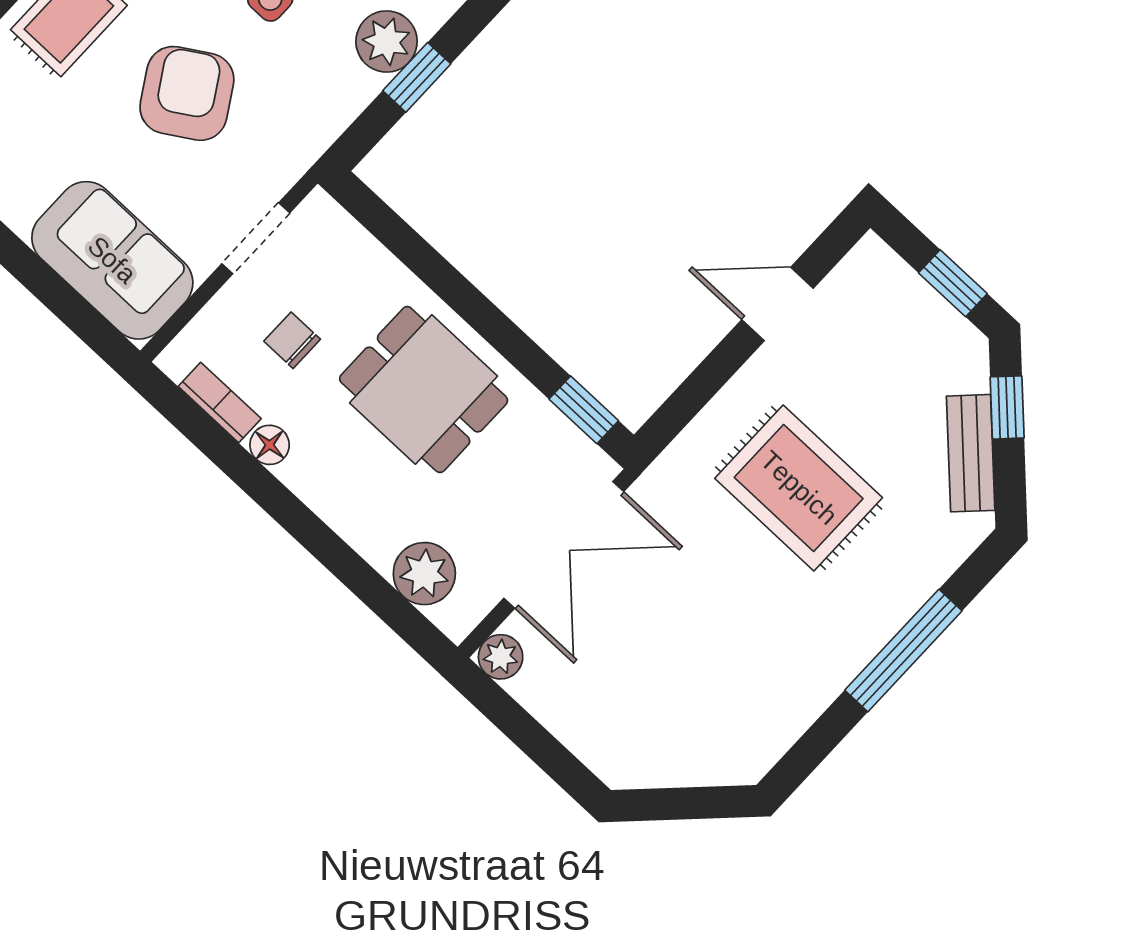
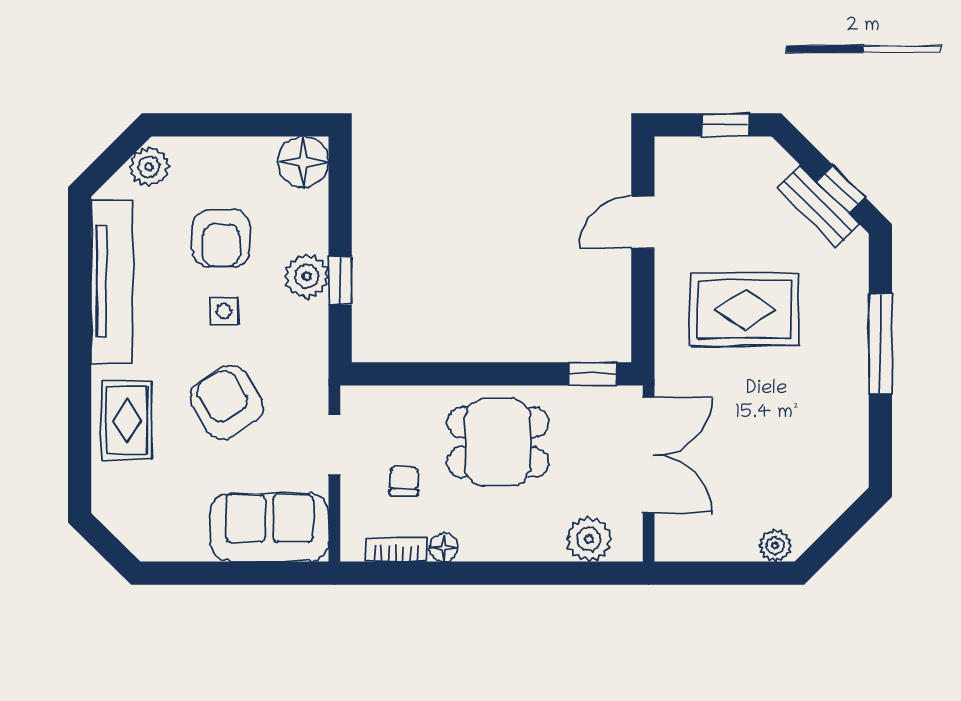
chair: (292, 340) -> (404, 481), turned 90
window: (1007, 407) -> (841, 189), moved
plant: (501, 657) -> (775, 546), moved

